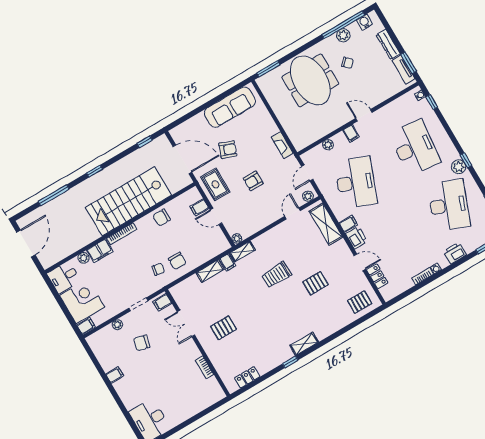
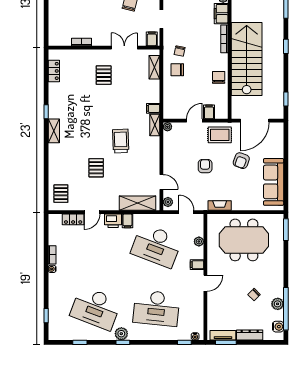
meeting table: (310, 80) -> (244, 240), moved
printer: (455, 253) -> (55, 291), removed
shelving: (210, 271) -> (154, 67), moved

